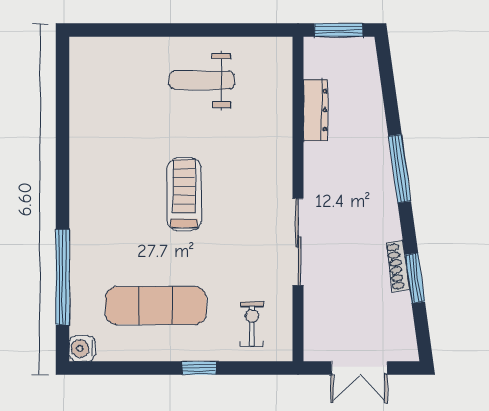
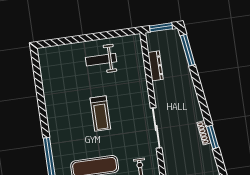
window: (400, 169) -> (188, 50), moved
treadmill: (184, 194) -> (100, 113), turned 180

